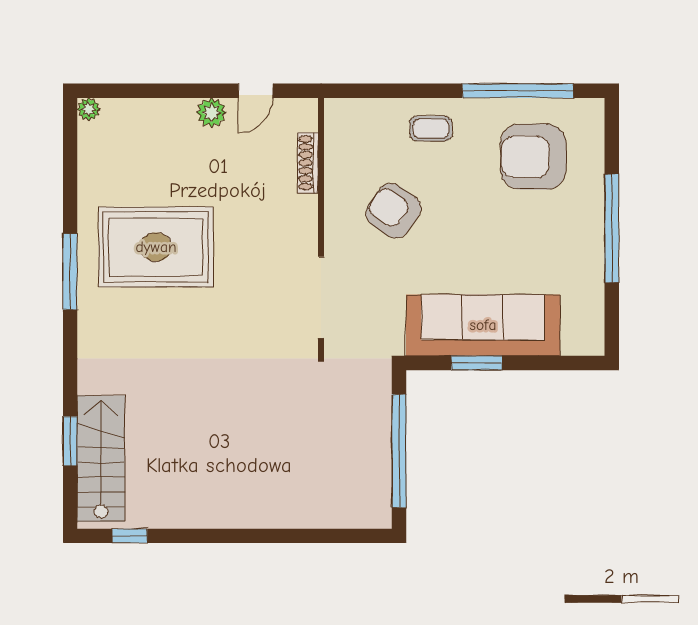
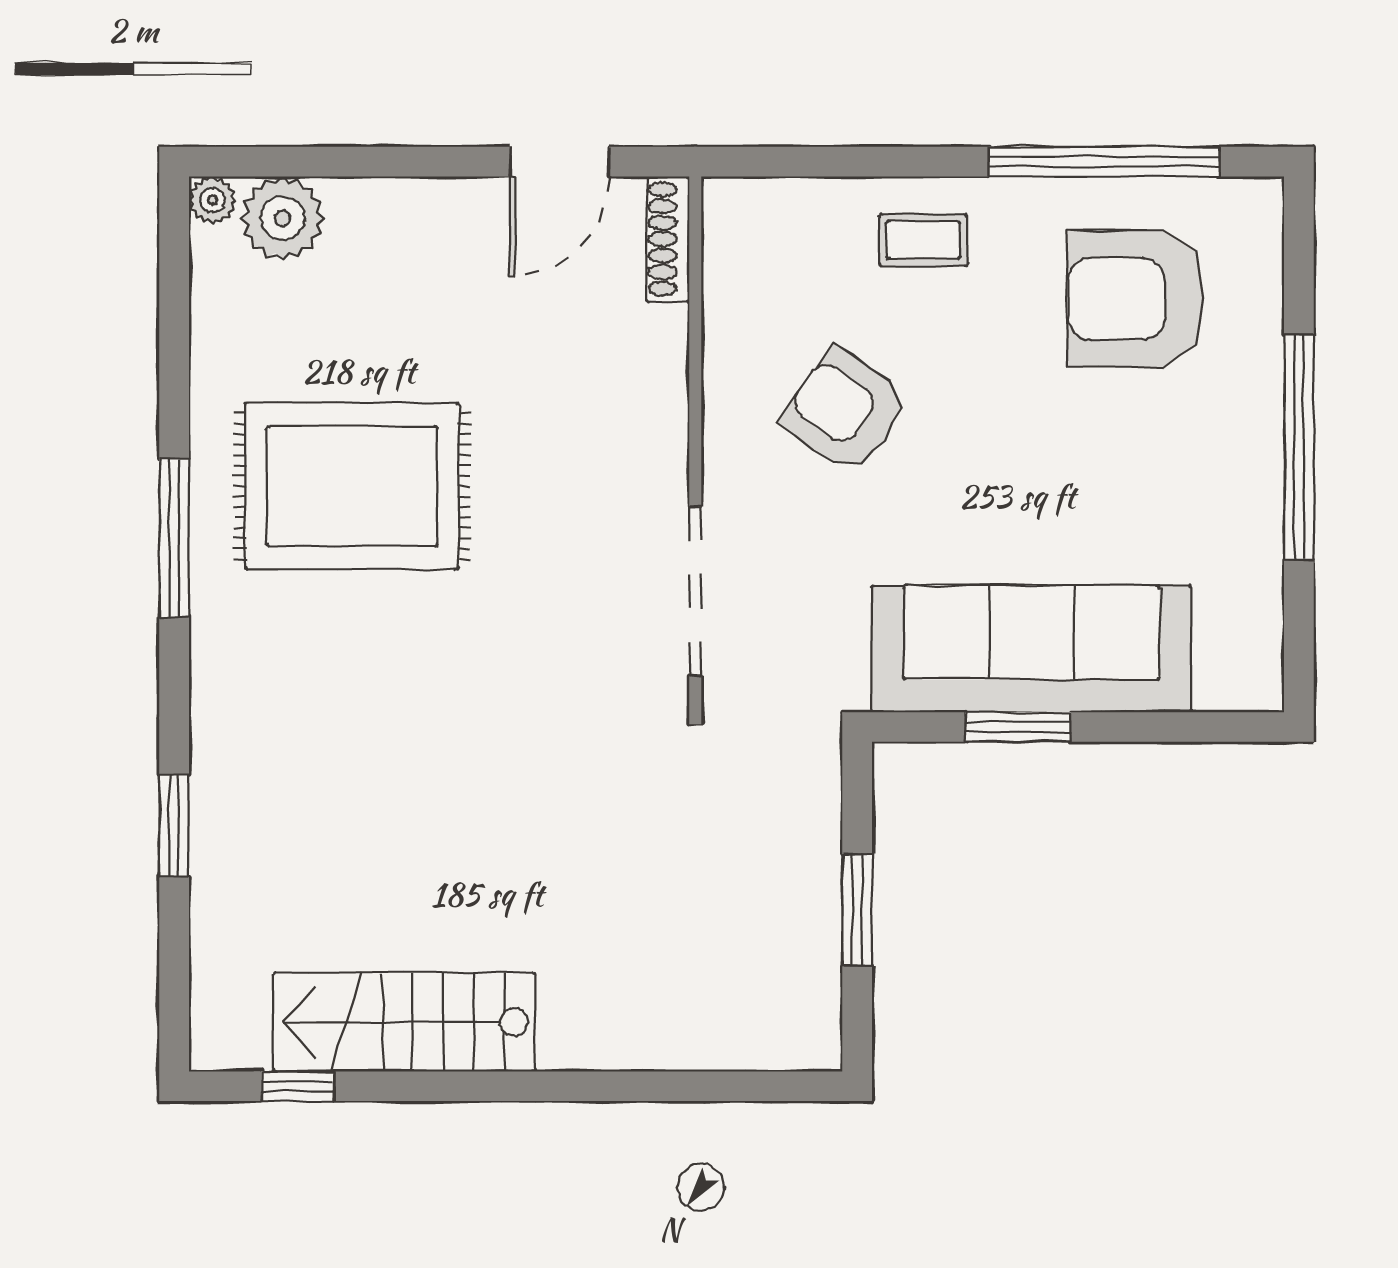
door: (256, 91) -> (559, 162), width x1.38
plant: (211, 113) -> (283, 218), moved, width x1.36, depth x1.36
shoe rack: (308, 163) -> (668, 239), moved
window: (70, 441) -> (174, 826), moved
window: (399, 451) -> (857, 910), width x0.47
stairs: (101, 458) -> (404, 1022), moved, turned -90

